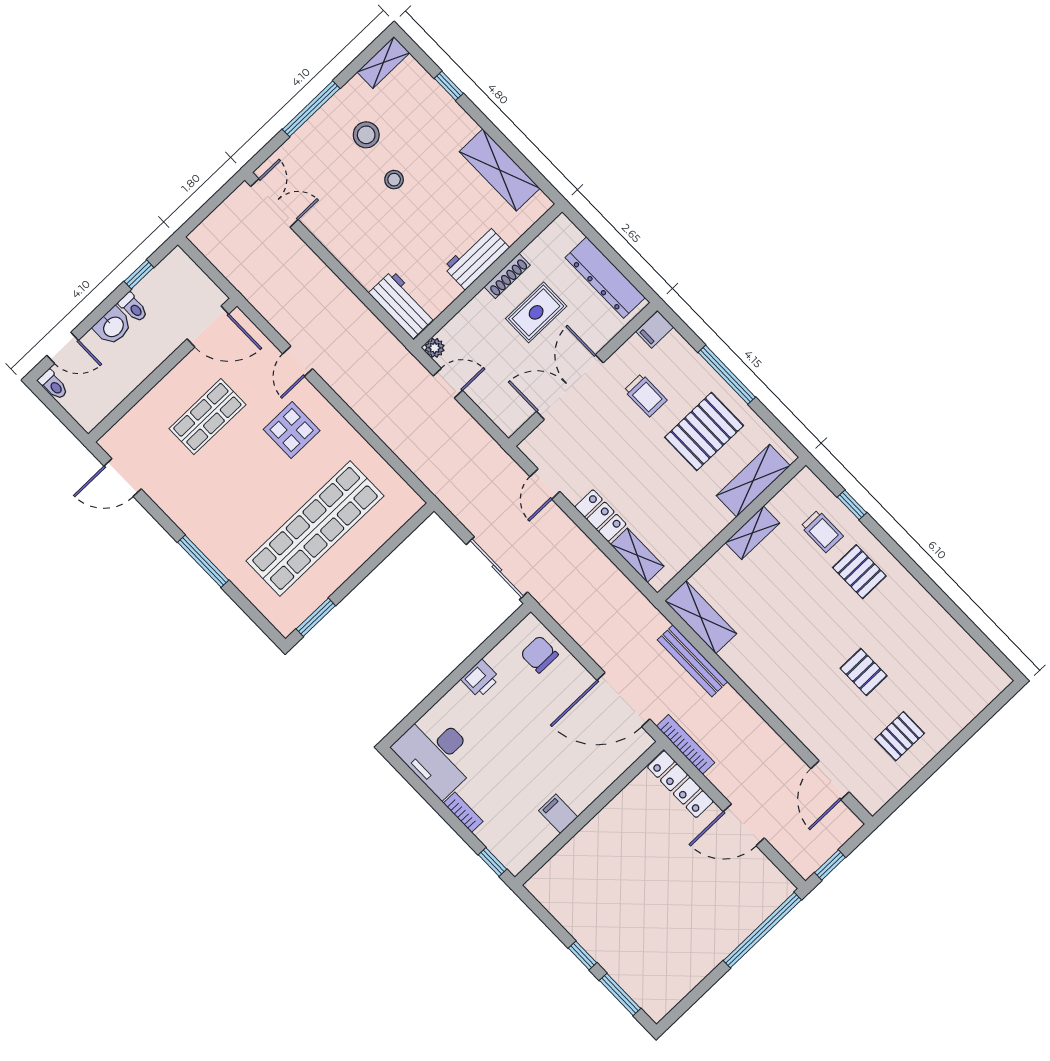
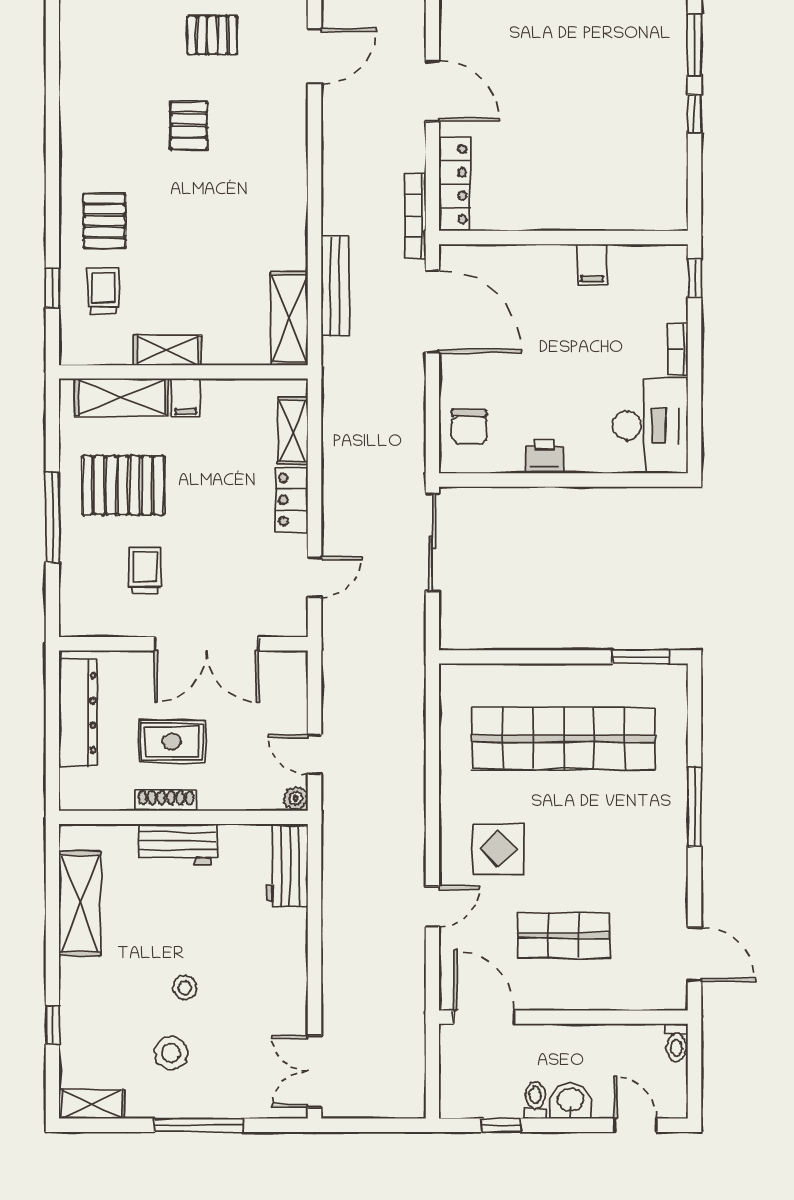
filing cabinet: (655, 329) -> (186, 398), moved, turned 90
toilet: (53, 385) -> (676, 1043), moved, turned 180

